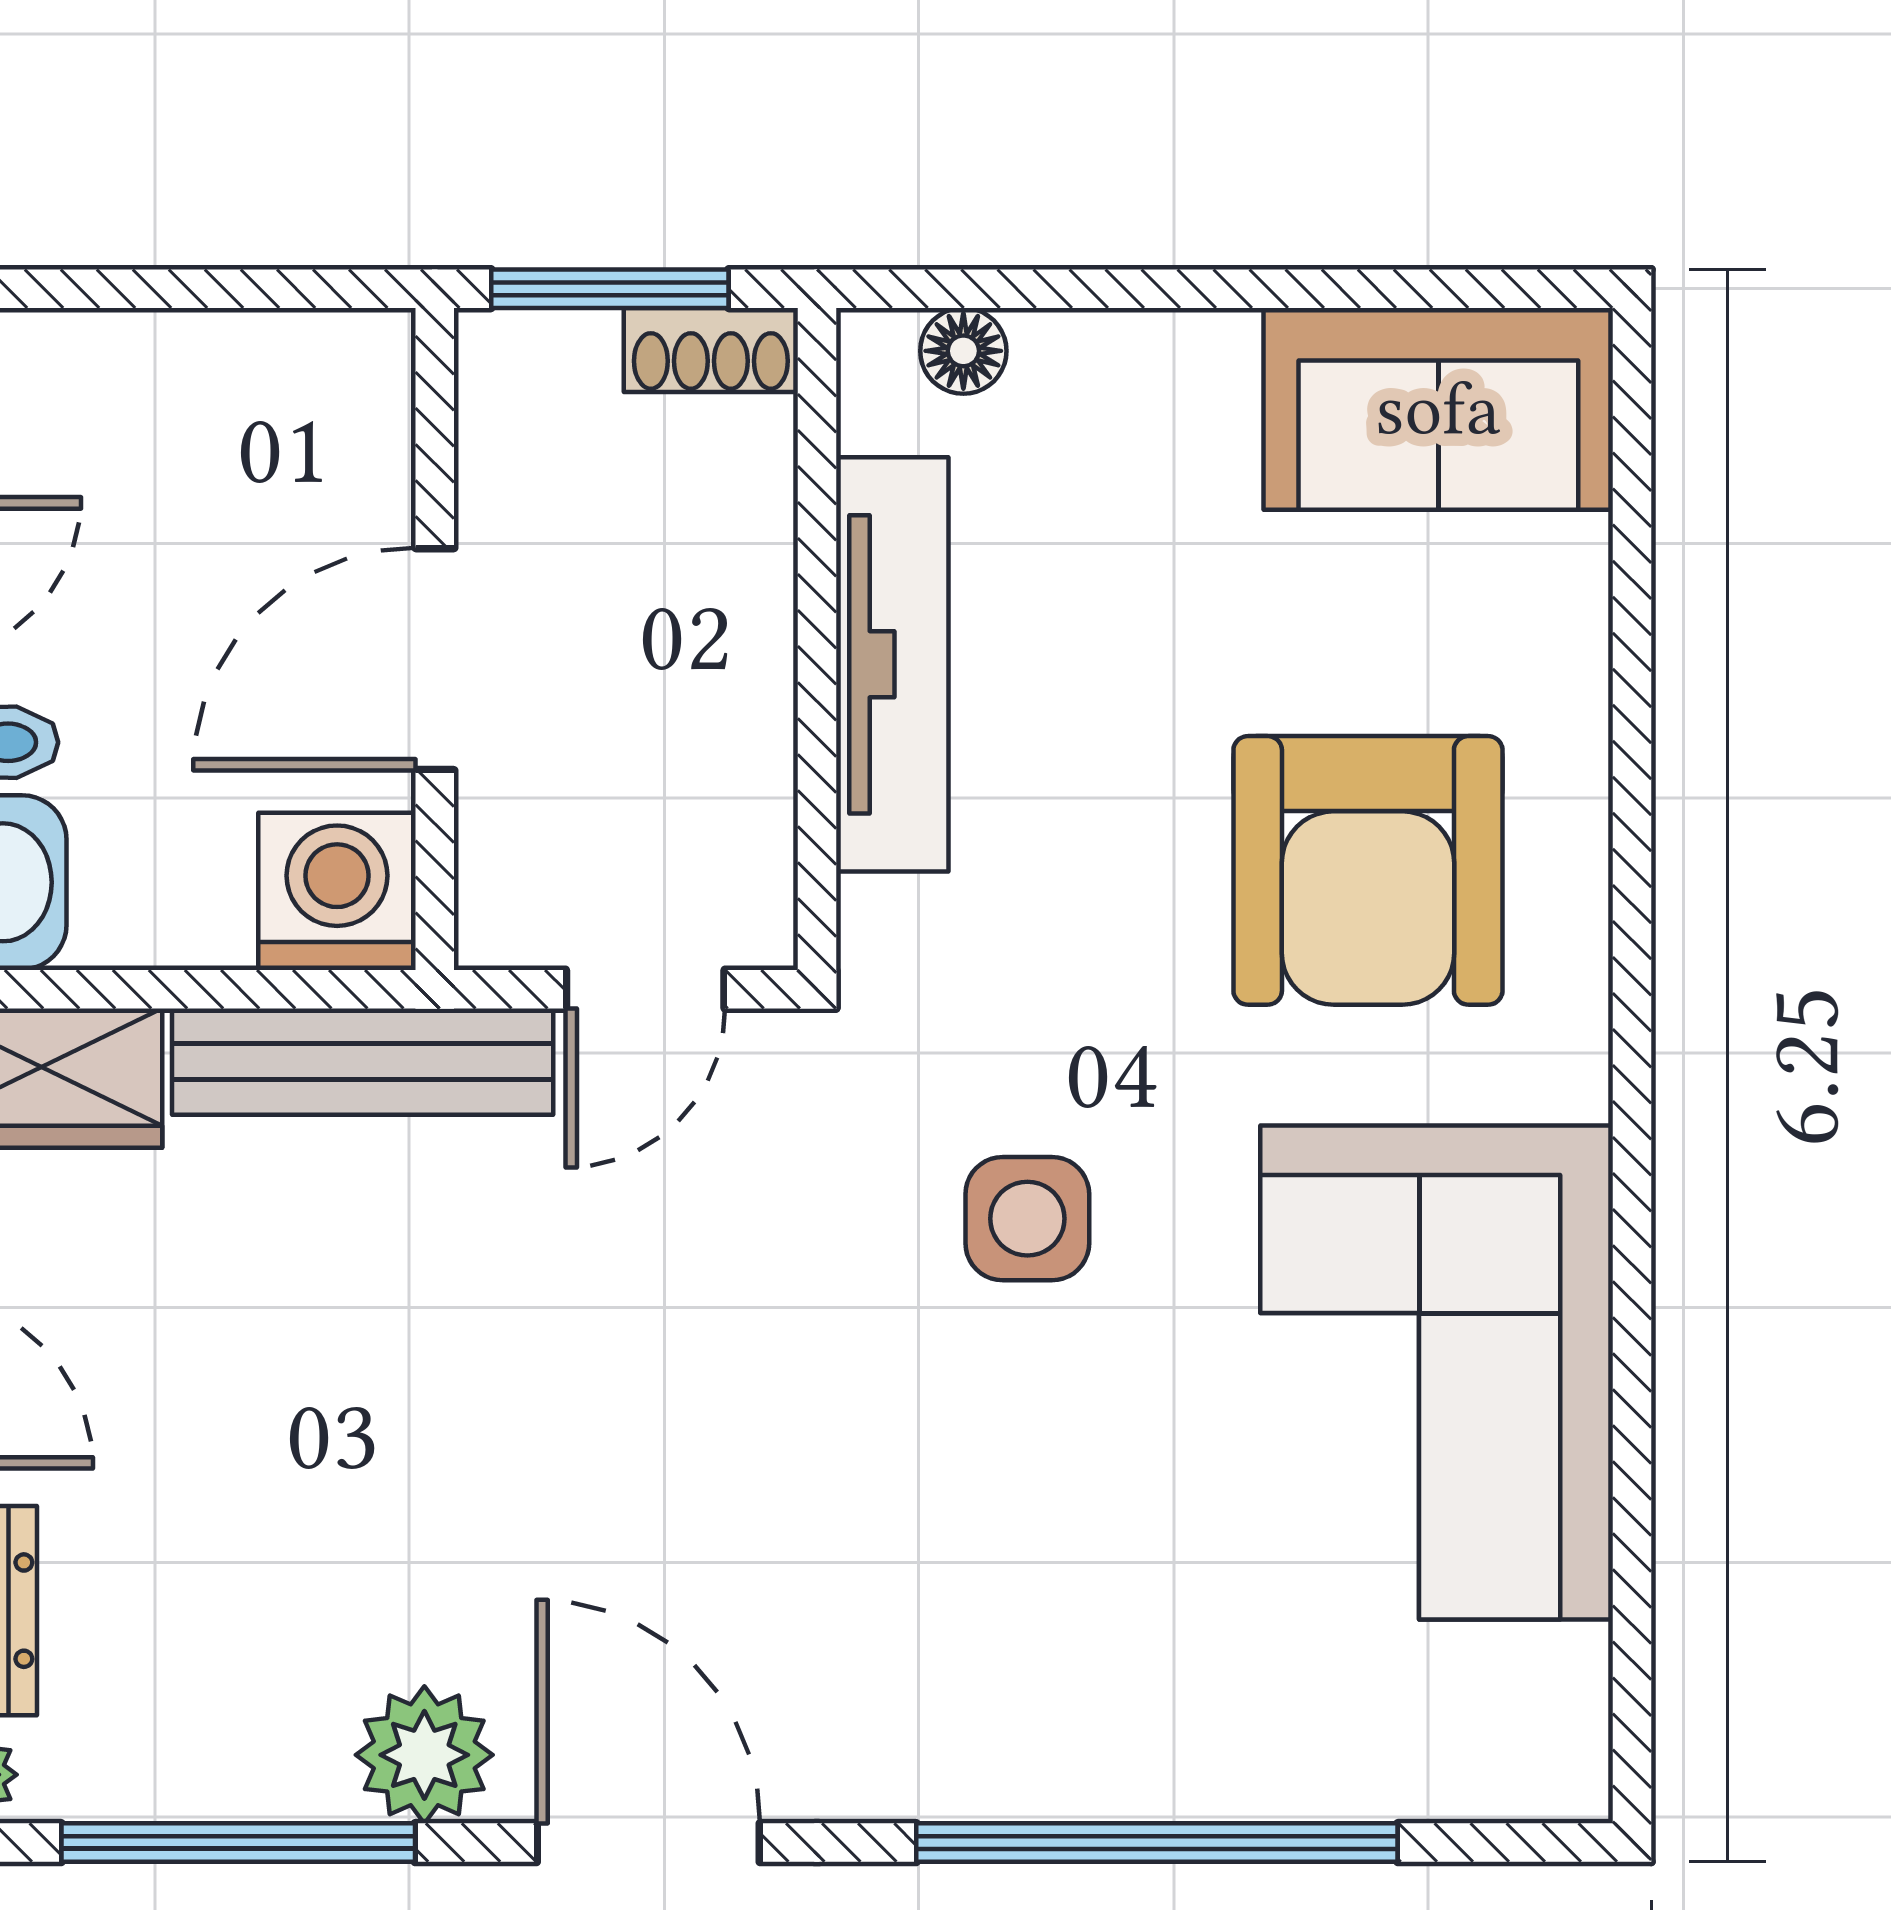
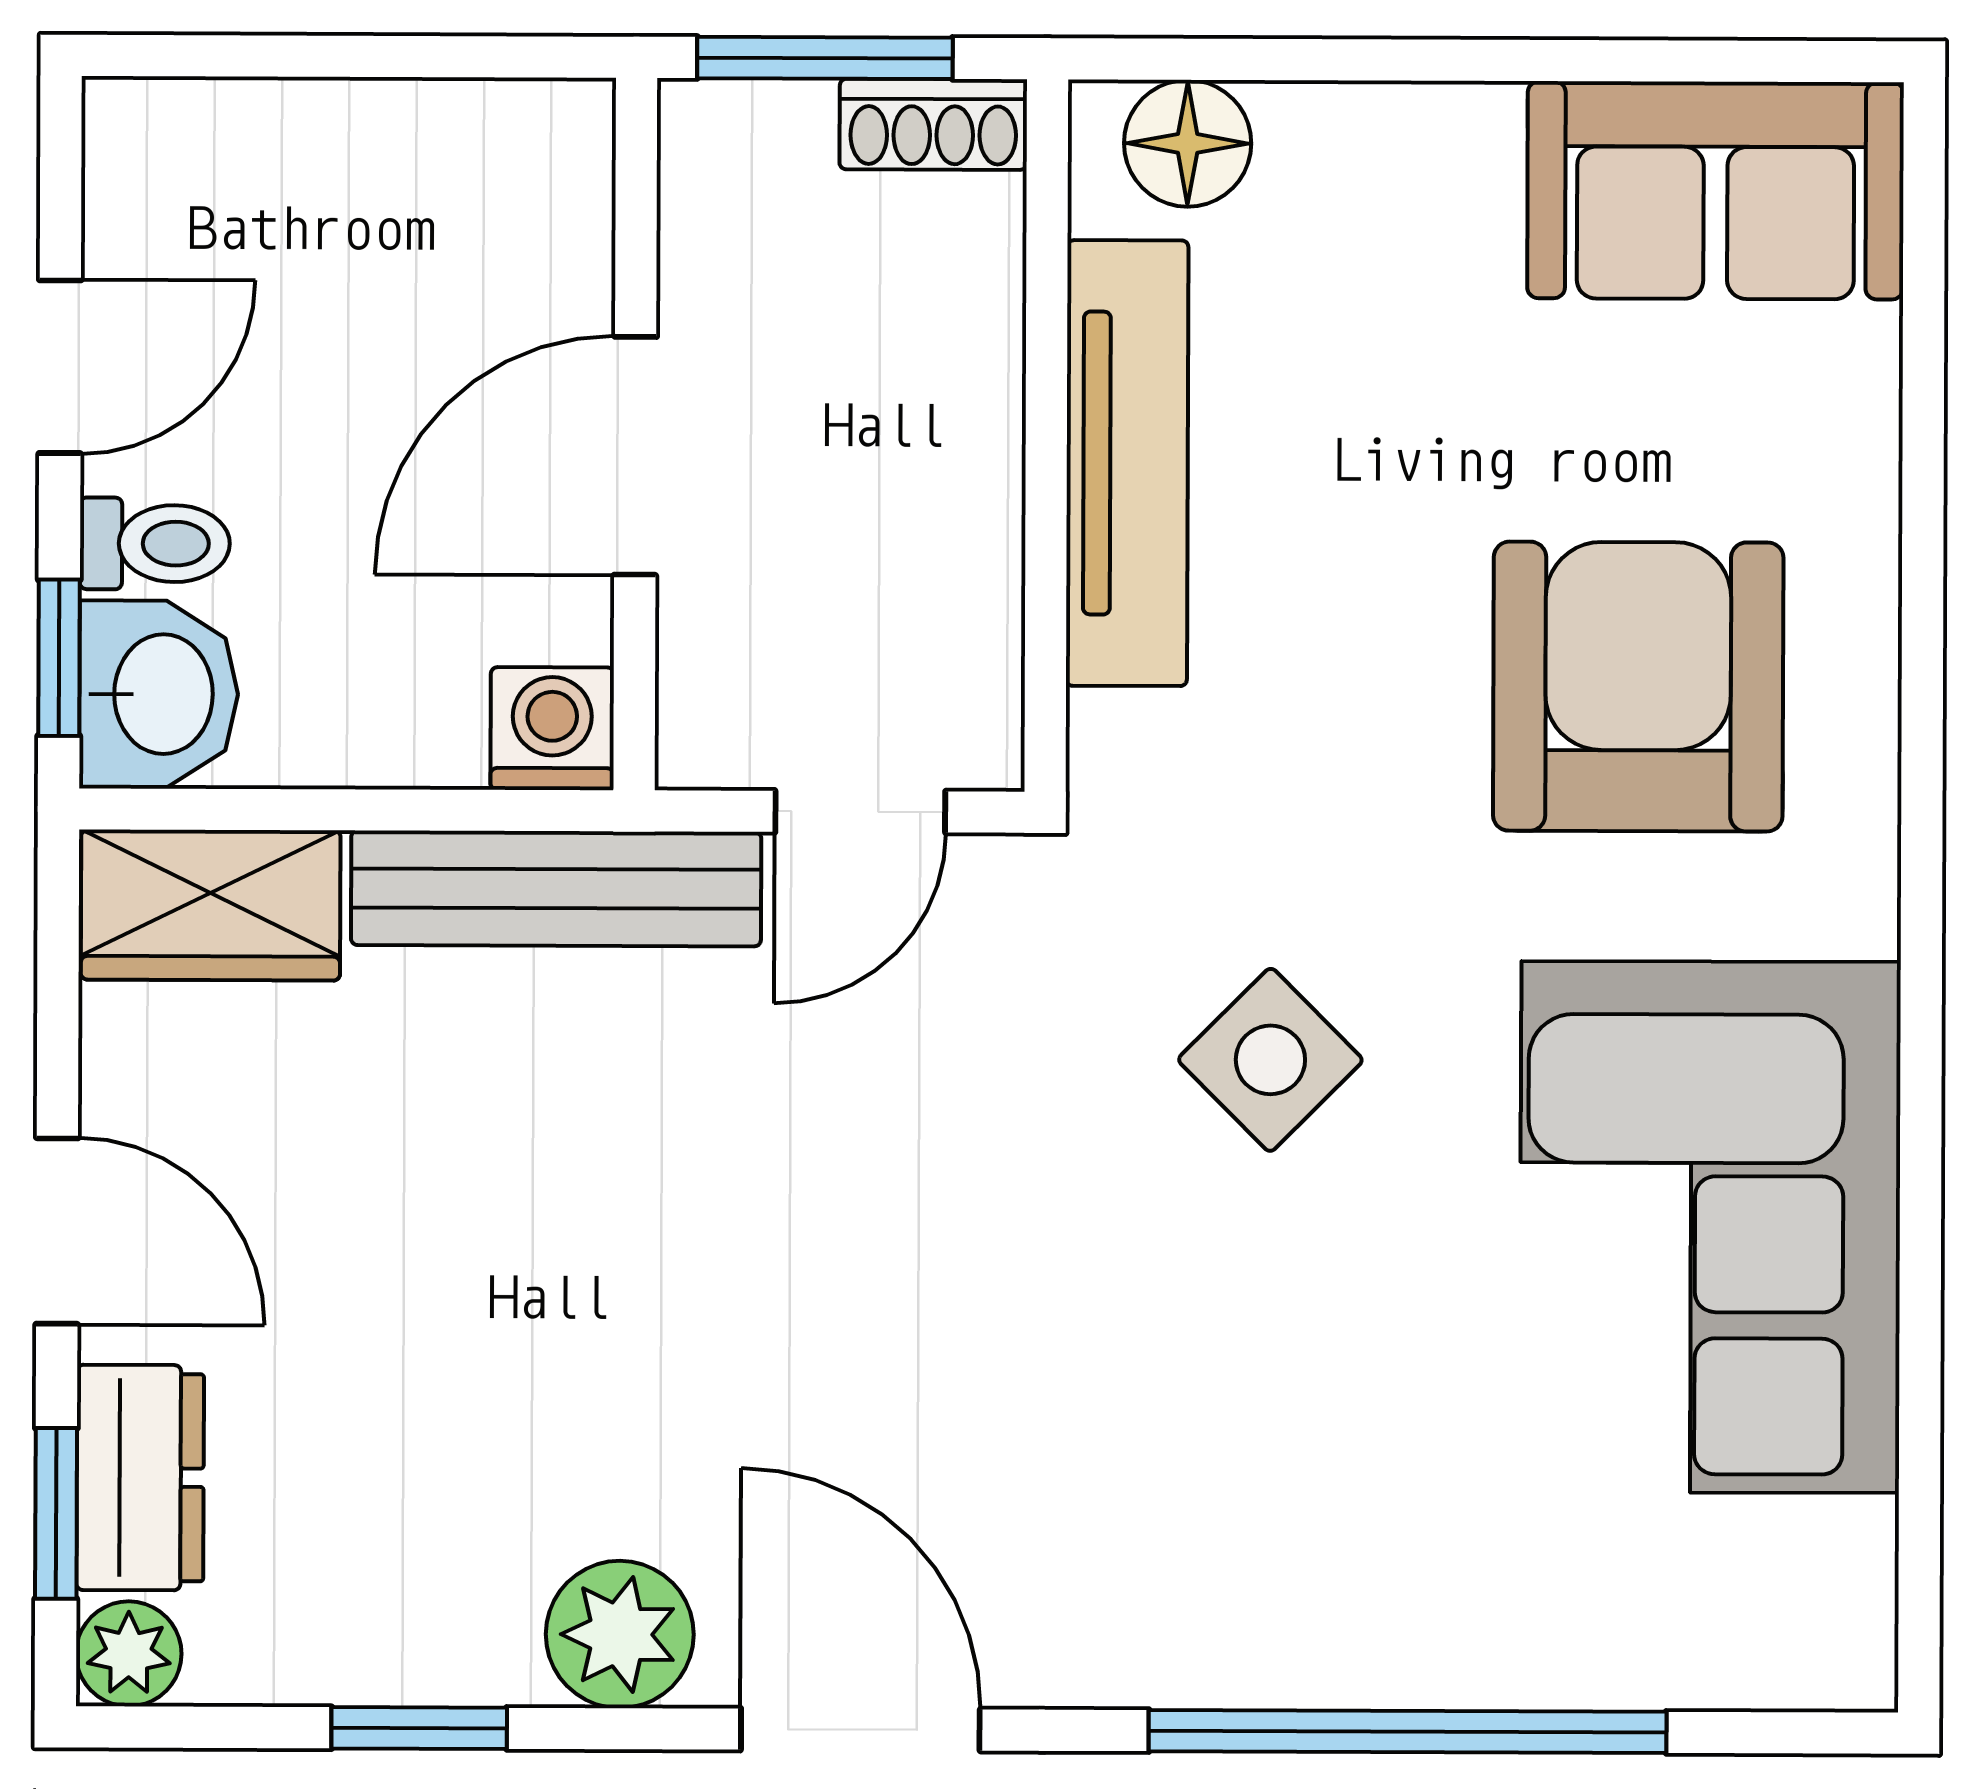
floor lamp: (963, 351) -> (1188, 143), width x1.37, depth x1.37
armchair: (1368, 870) -> (1638, 687), turned 180
washing machine: (337, 891) -> (552, 729), width x0.73, depth x0.73
side table: (1027, 1219) -> (1270, 1060), turned 45
window: (238, 1843) -> (419, 1728), width x0.46

